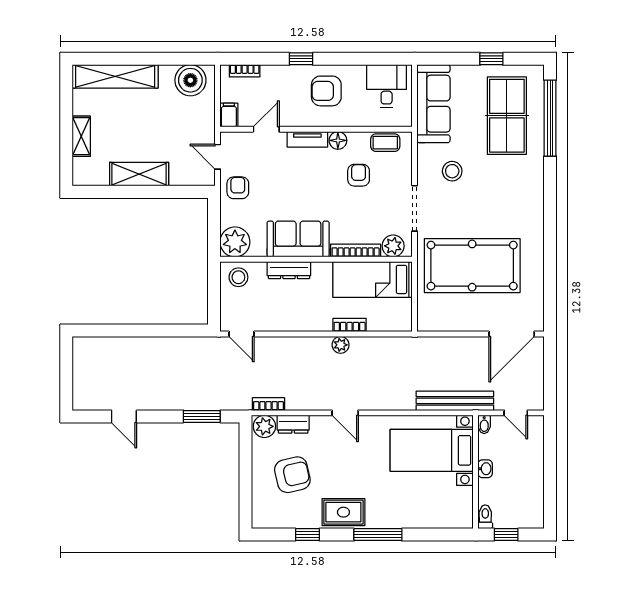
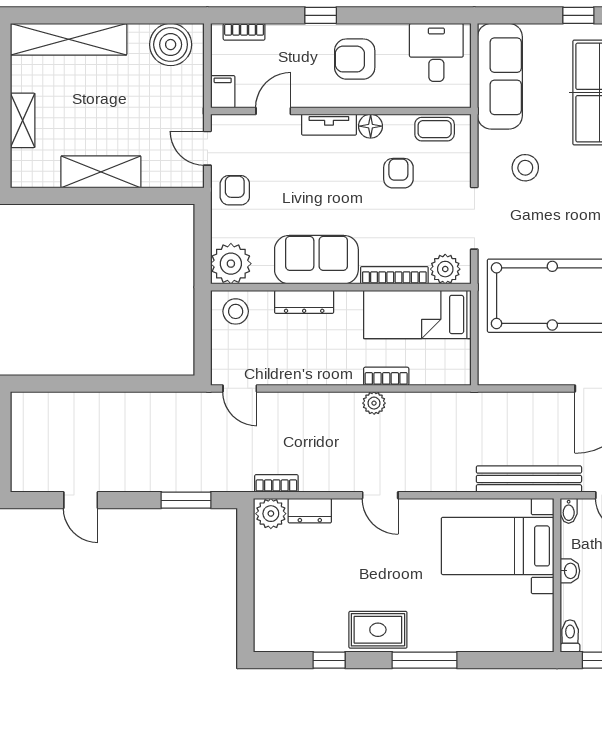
armchair: (292, 475) -> (309, 579), removed

